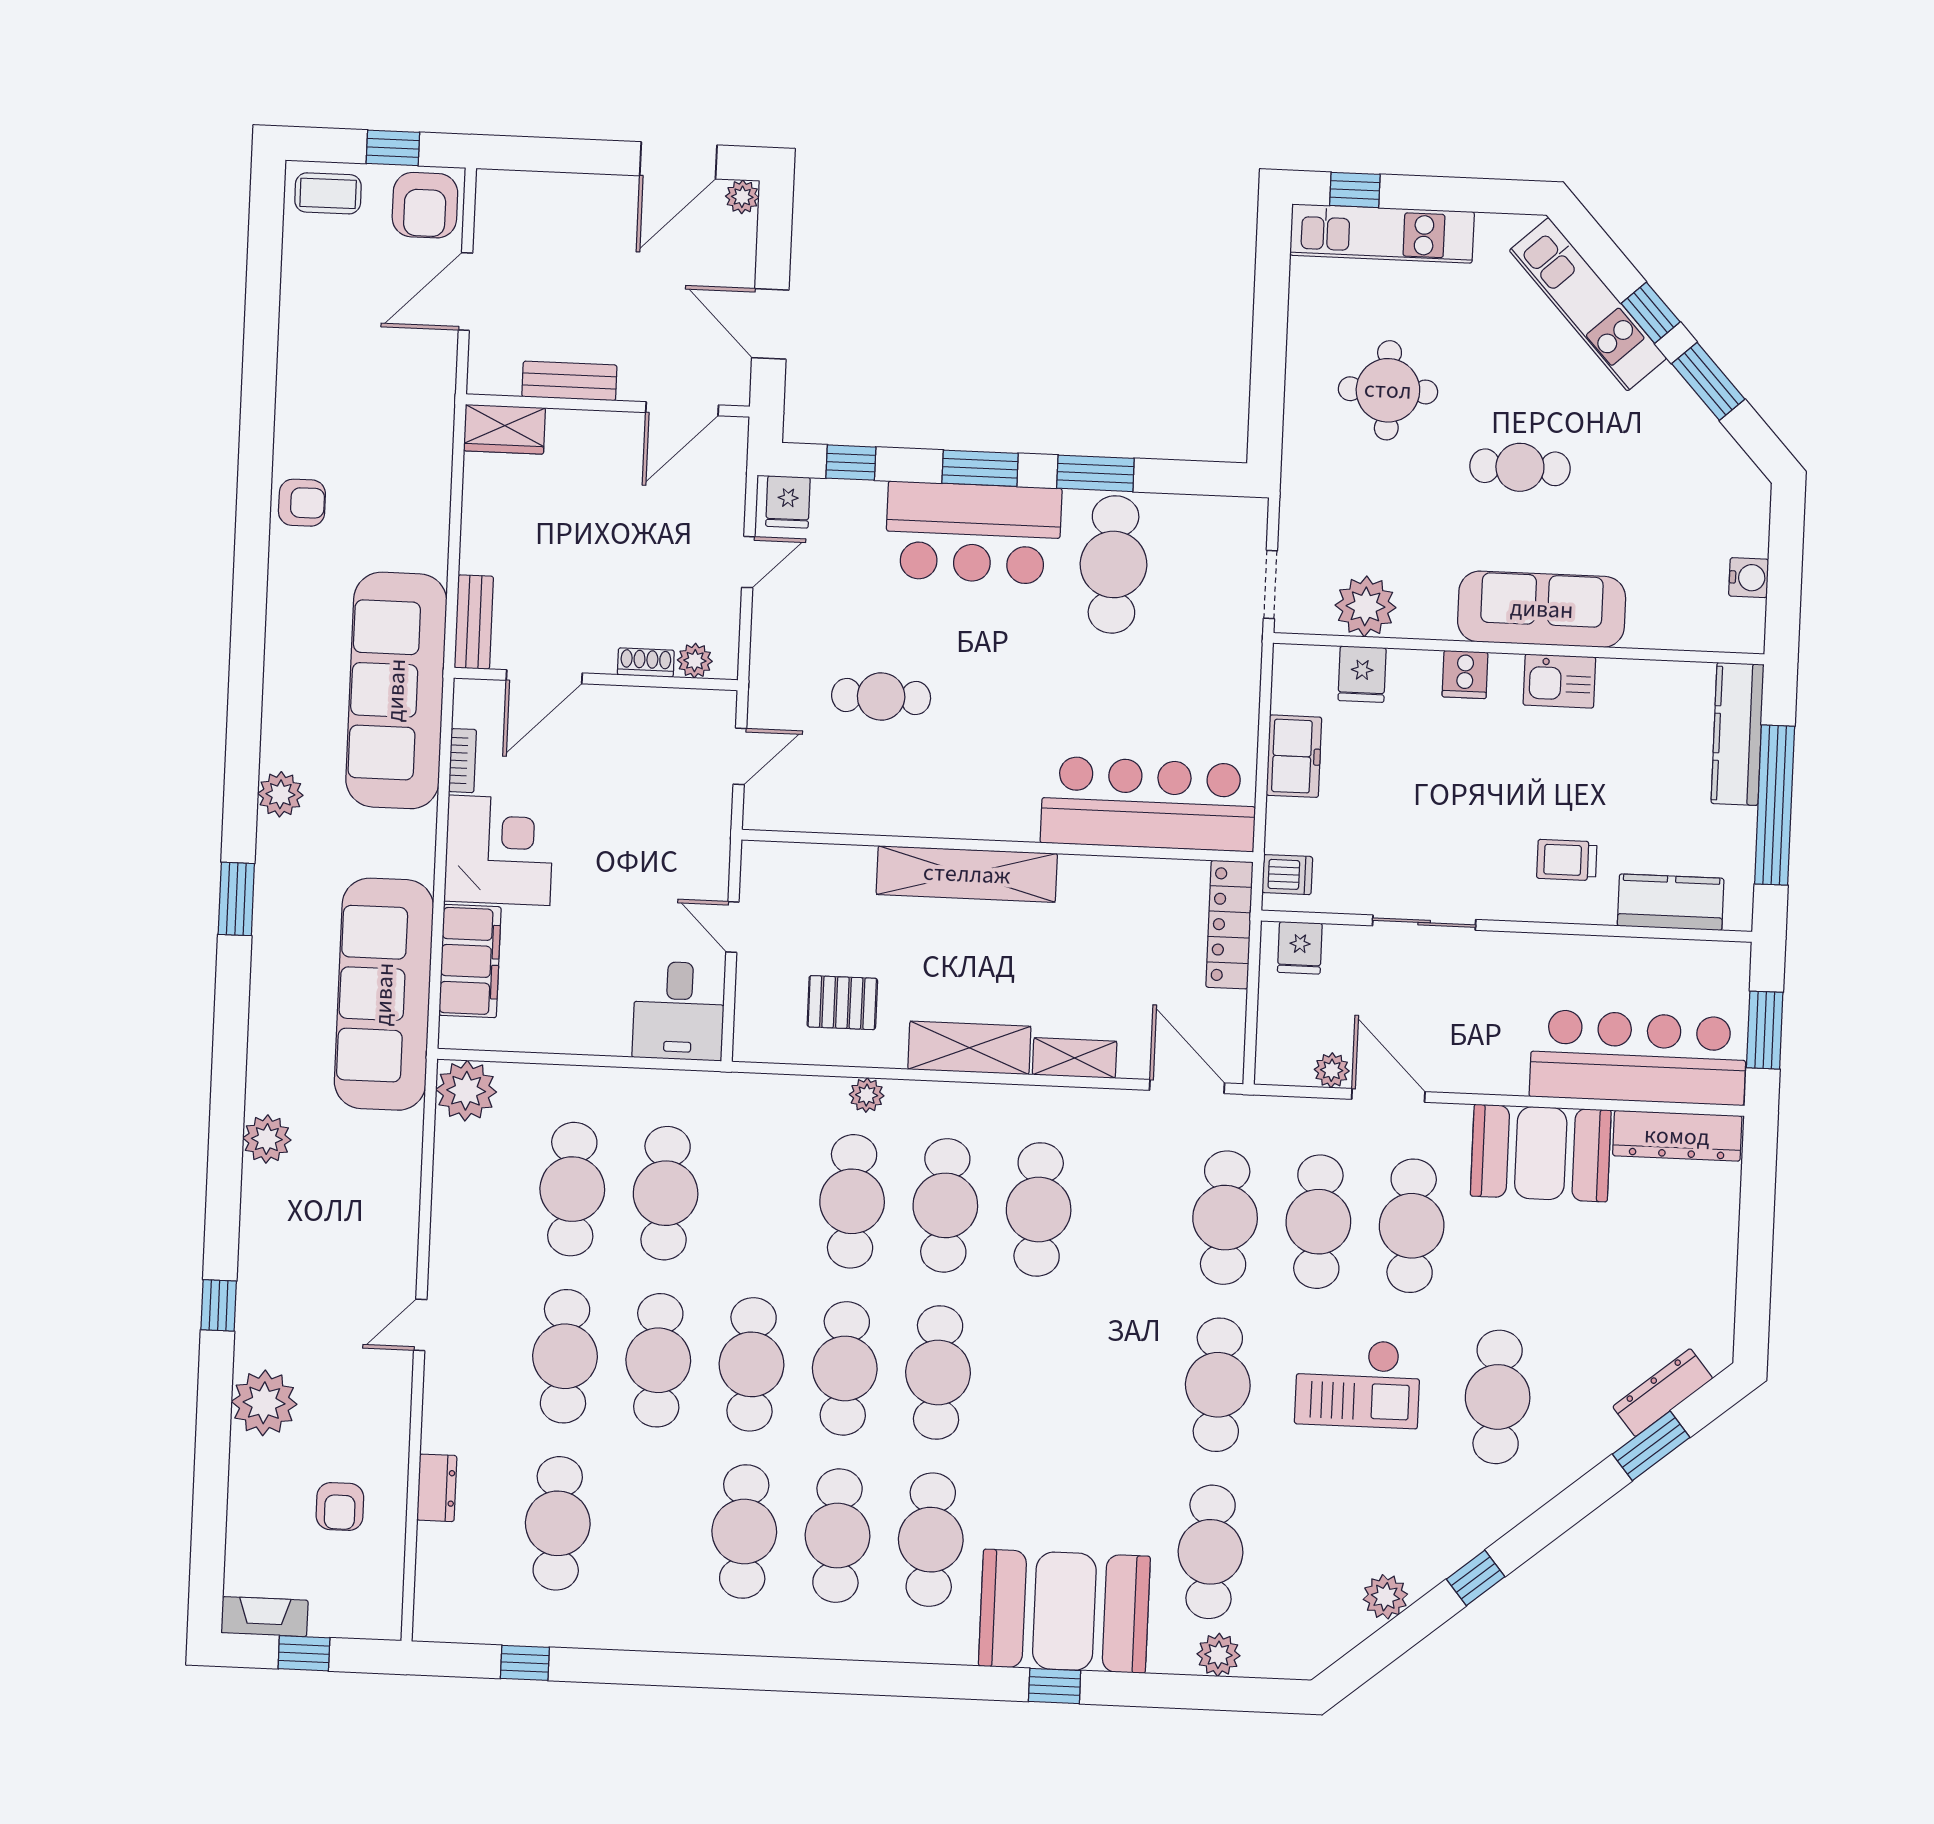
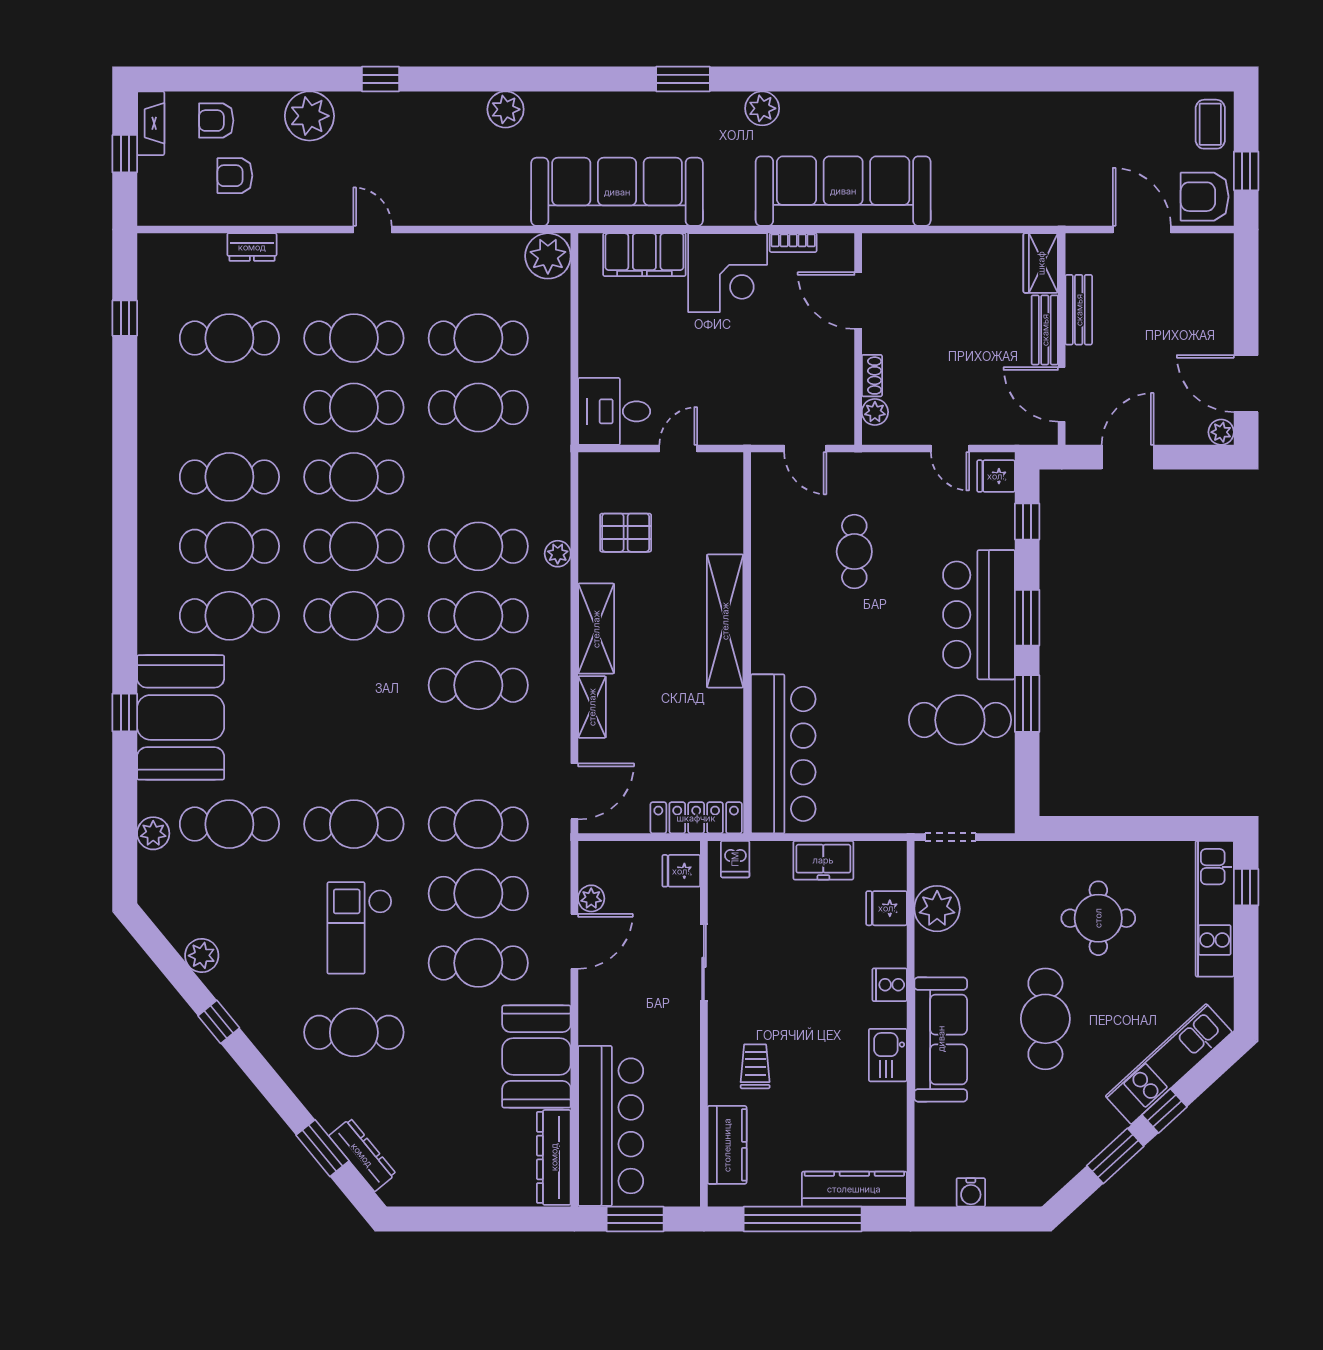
cafe table: (1520, 467) -> (1045, 1019), width x1.37, depth x1.35
armchair: (302, 503) -> (216, 121), moved, turned 90
bench: (474, 622) -> (1045, 330), moved, turned 90
pallet: (842, 1003) -> (626, 533), turned 90

